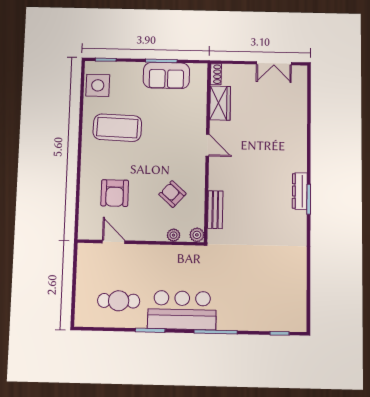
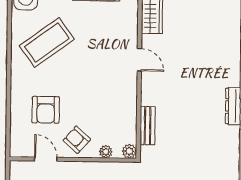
coffee table: (117, 128) -> (47, 42), turned -38
armchair: (172, 194) -> (77, 140), moved

